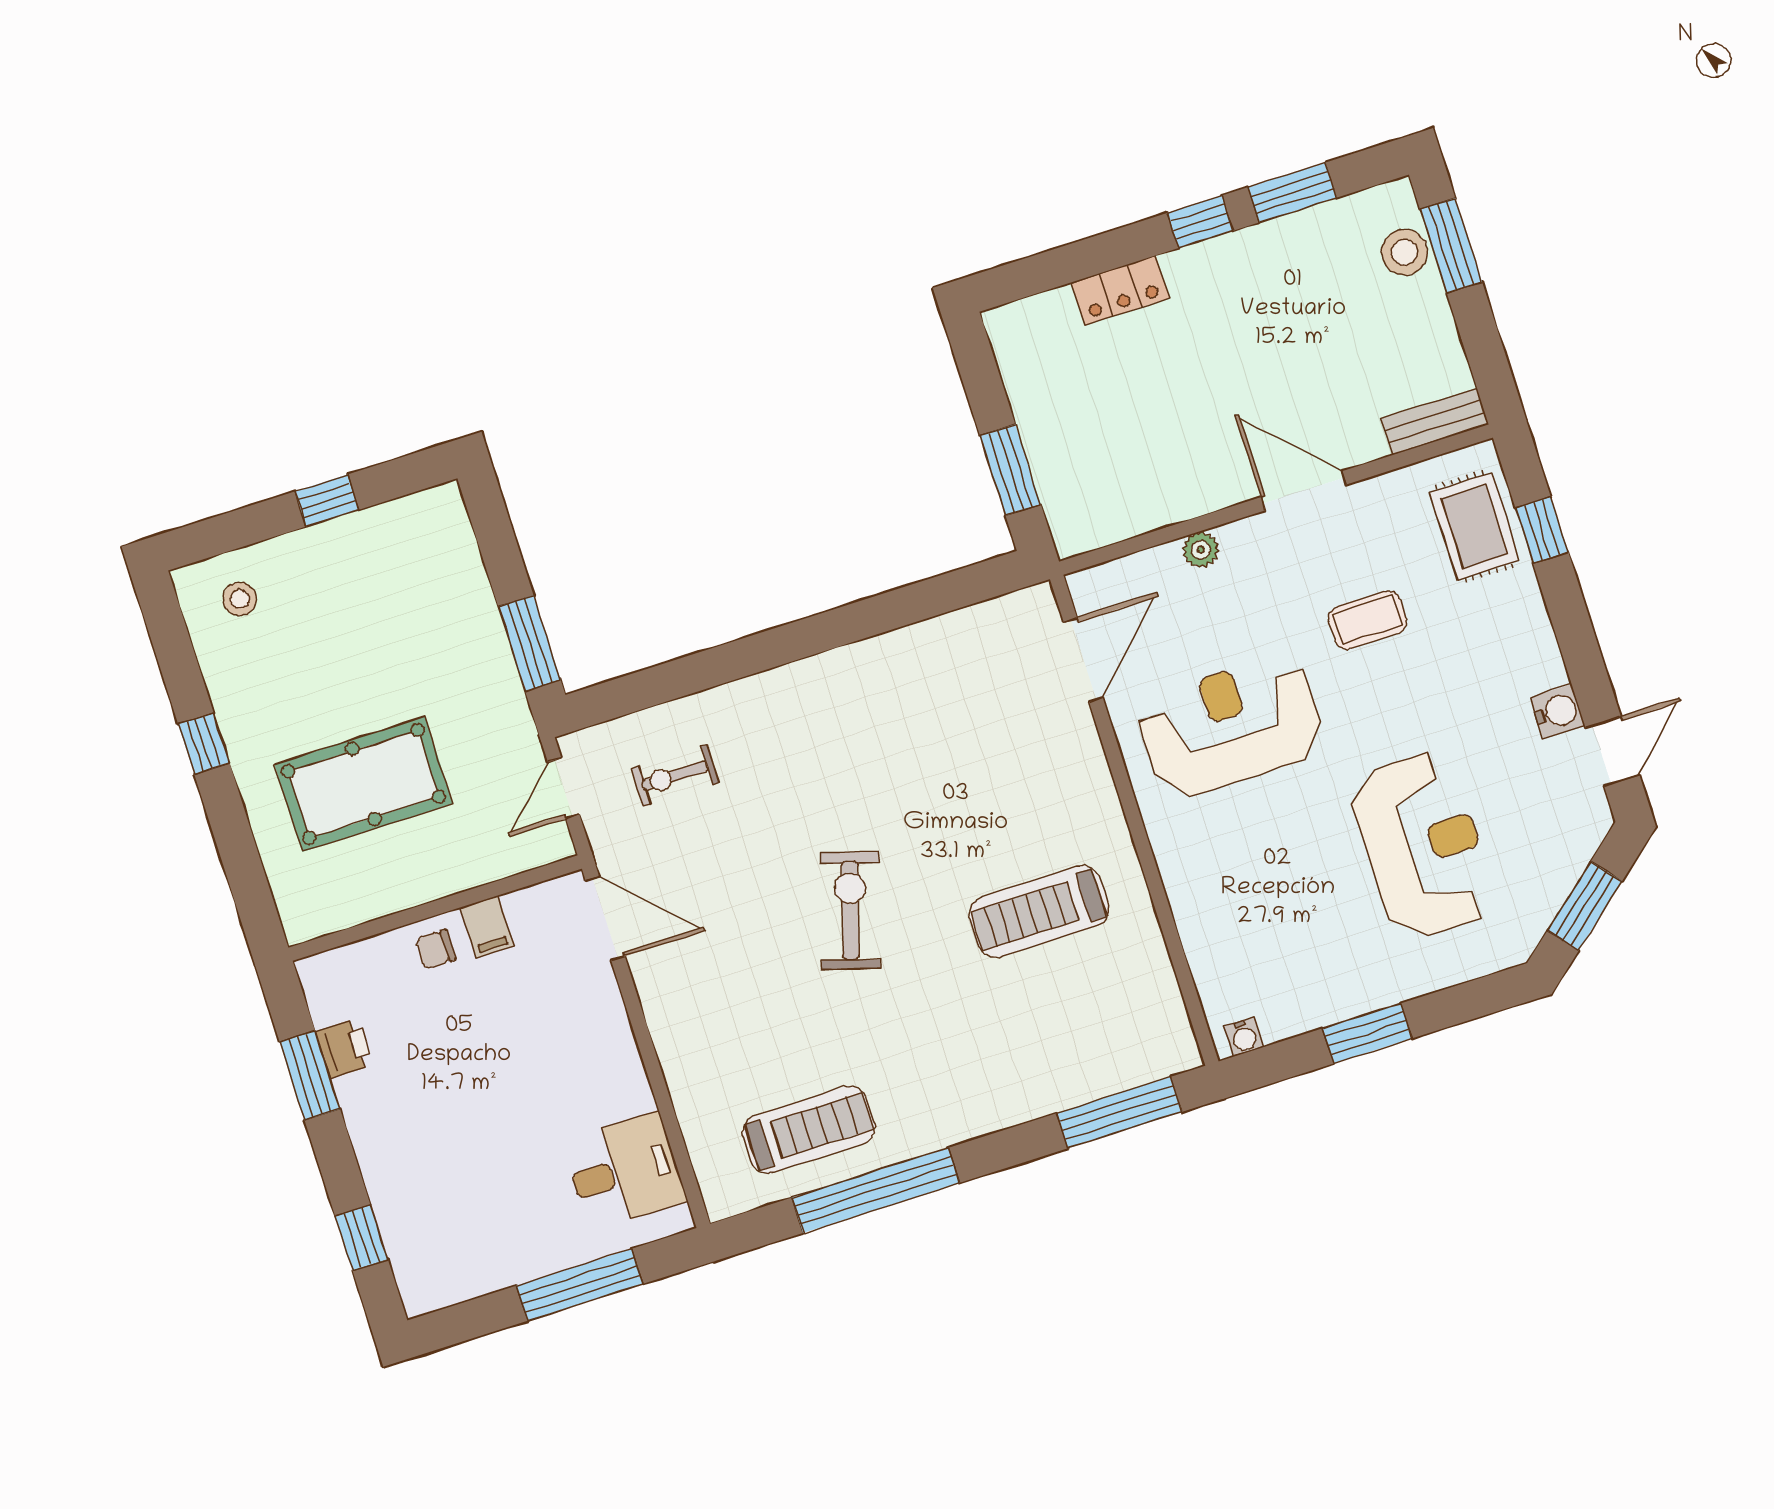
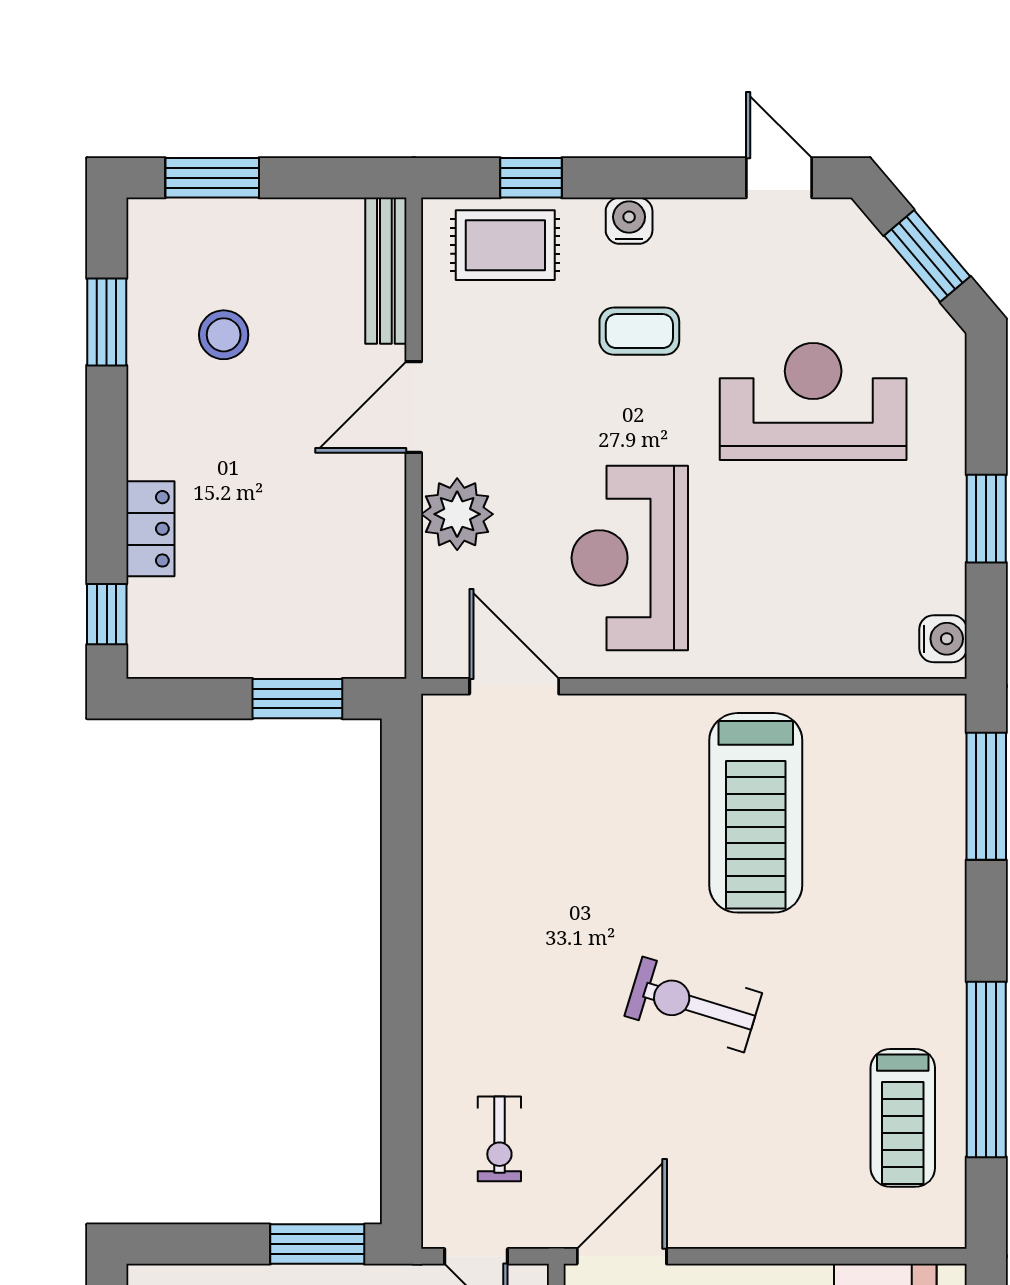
window: (1200, 222) -> (107, 614), moved
stool: (1405, 252) -> (224, 335), moved
bench: (1435, 421) -> (386, 271), width x1.36
plant: (1201, 550) -> (457, 514), width x1.88, depth x1.88
coffee table: (1368, 620) -> (639, 331), moved, turned 90
water cooler: (1558, 712) -> (629, 221), moved
treadmill: (1039, 912) -> (756, 813), width x1.37, depth x1.38
water cooler: (1244, 1037) -> (943, 639), width x1.38, depth x1.38
treadmill: (809, 1130) -> (903, 1118), turned 180

